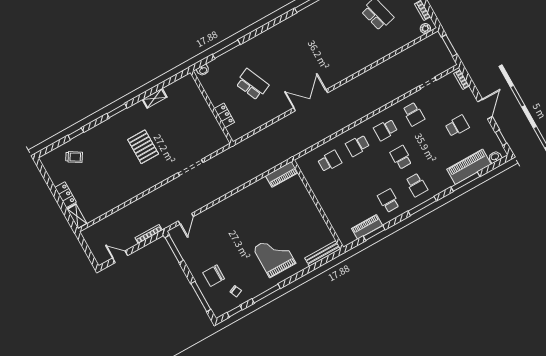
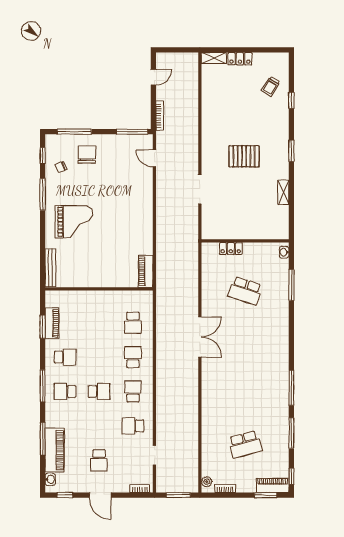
school desk: (252, 84) -> (245, 291), turned 42

